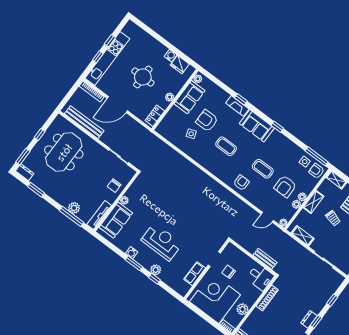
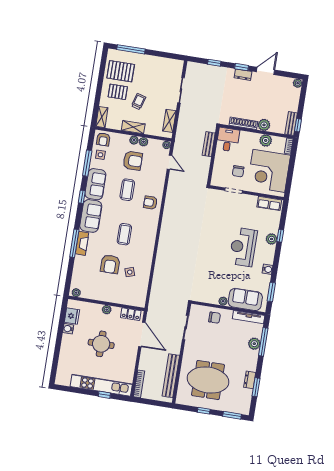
window: (110, 41) -> (84, 391), removed
sofa: (189, 97) -> (95, 184), moved, turned 90
window: (241, 99) -> (74, 243), width x2.17
door: (117, 105) -> (142, 334), moved
window: (317, 156) -> (87, 163), moved
dresser: (25, 172) -> (250, 380), moved
window: (134, 263) -> (271, 292), moved
row of seats: (195, 274) -> (269, 203), moved
plant: (257, 315) -> (264, 125), added

